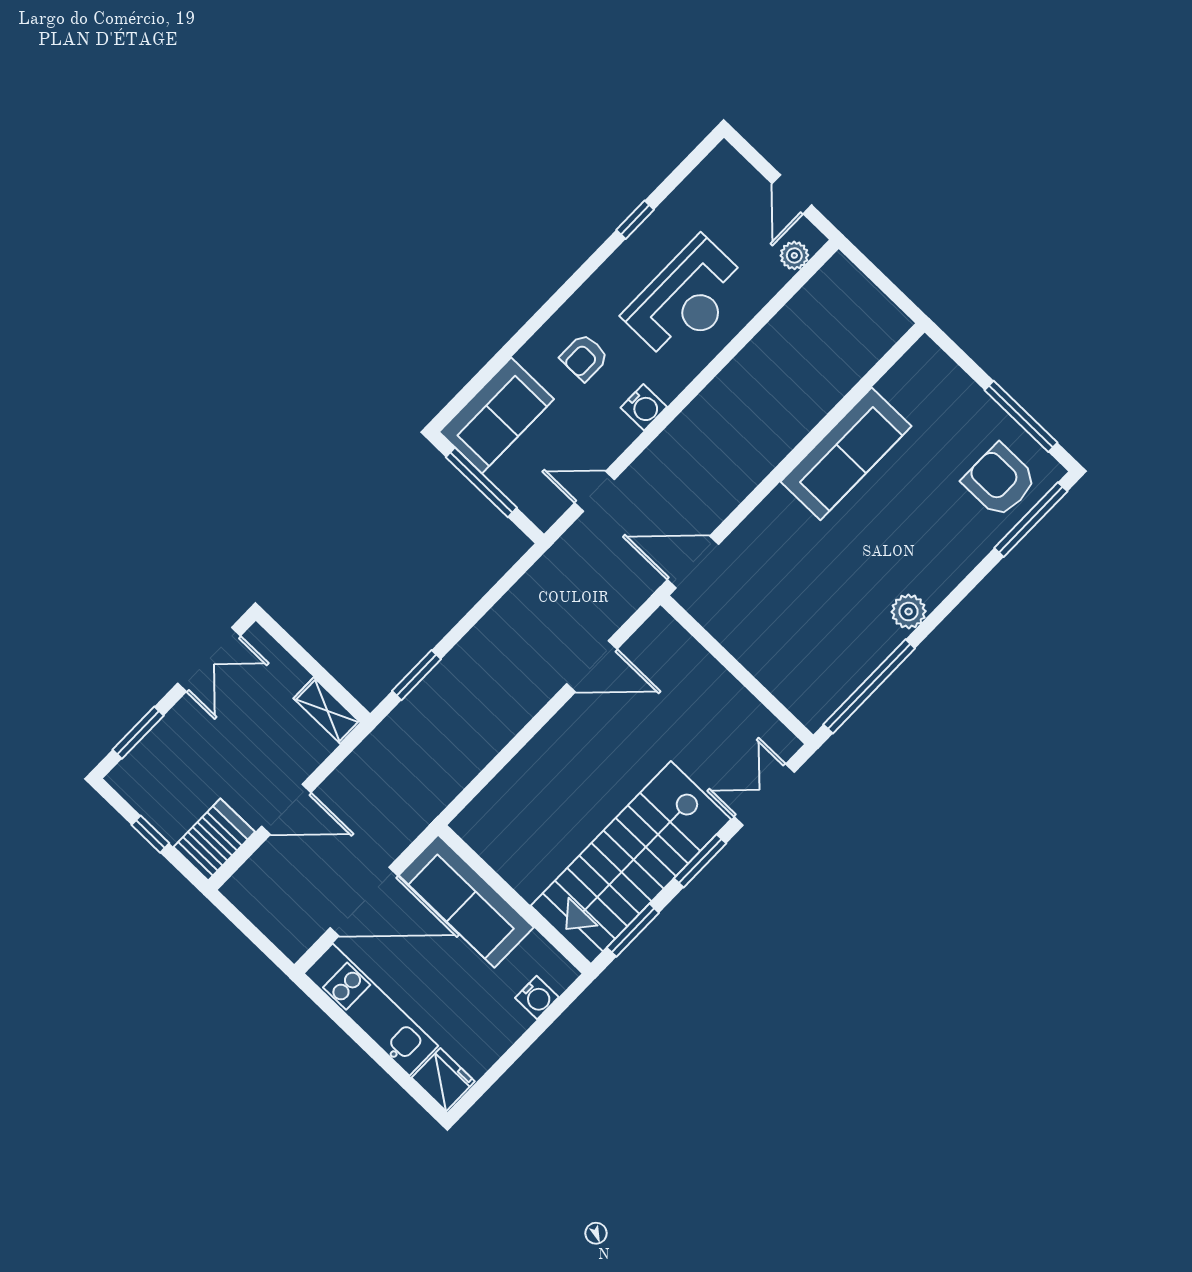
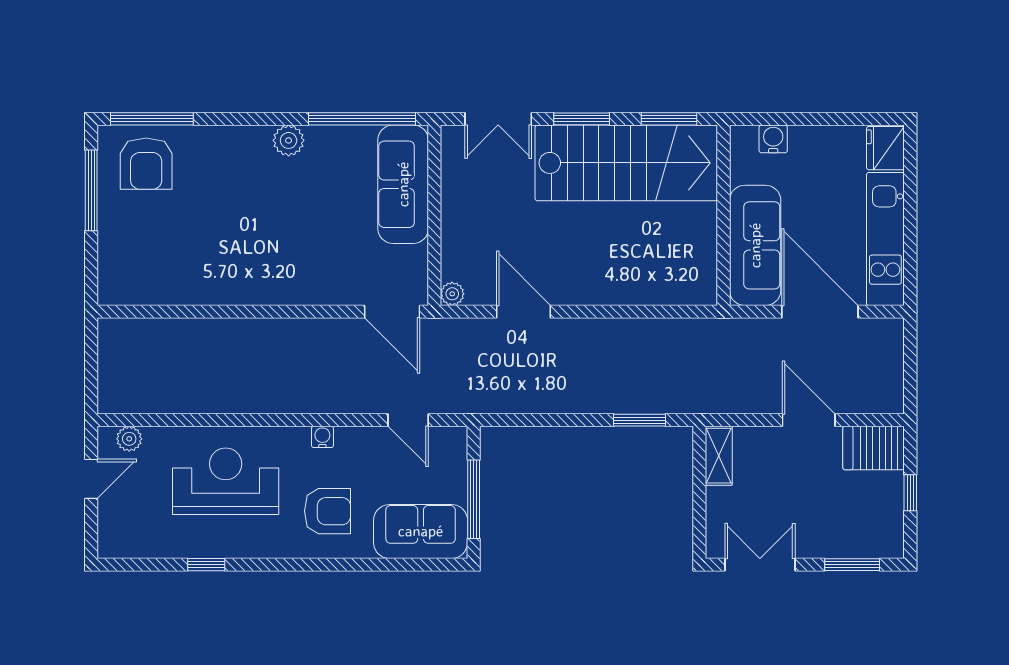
armchair: (584, 357) -> (328, 511), width x1.38, depth x1.38
water cooler: (644, 407) -> (322, 437), width x0.72, depth x0.72
sofa: (846, 454) -> (403, 184), moved, turned -90
plant: (661, 624) -> (452, 294), added

